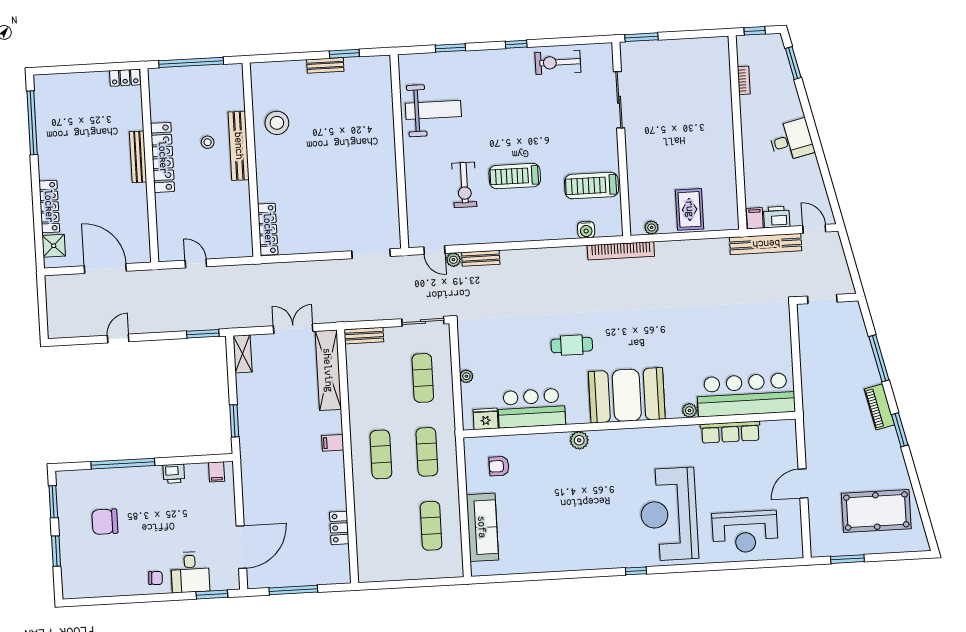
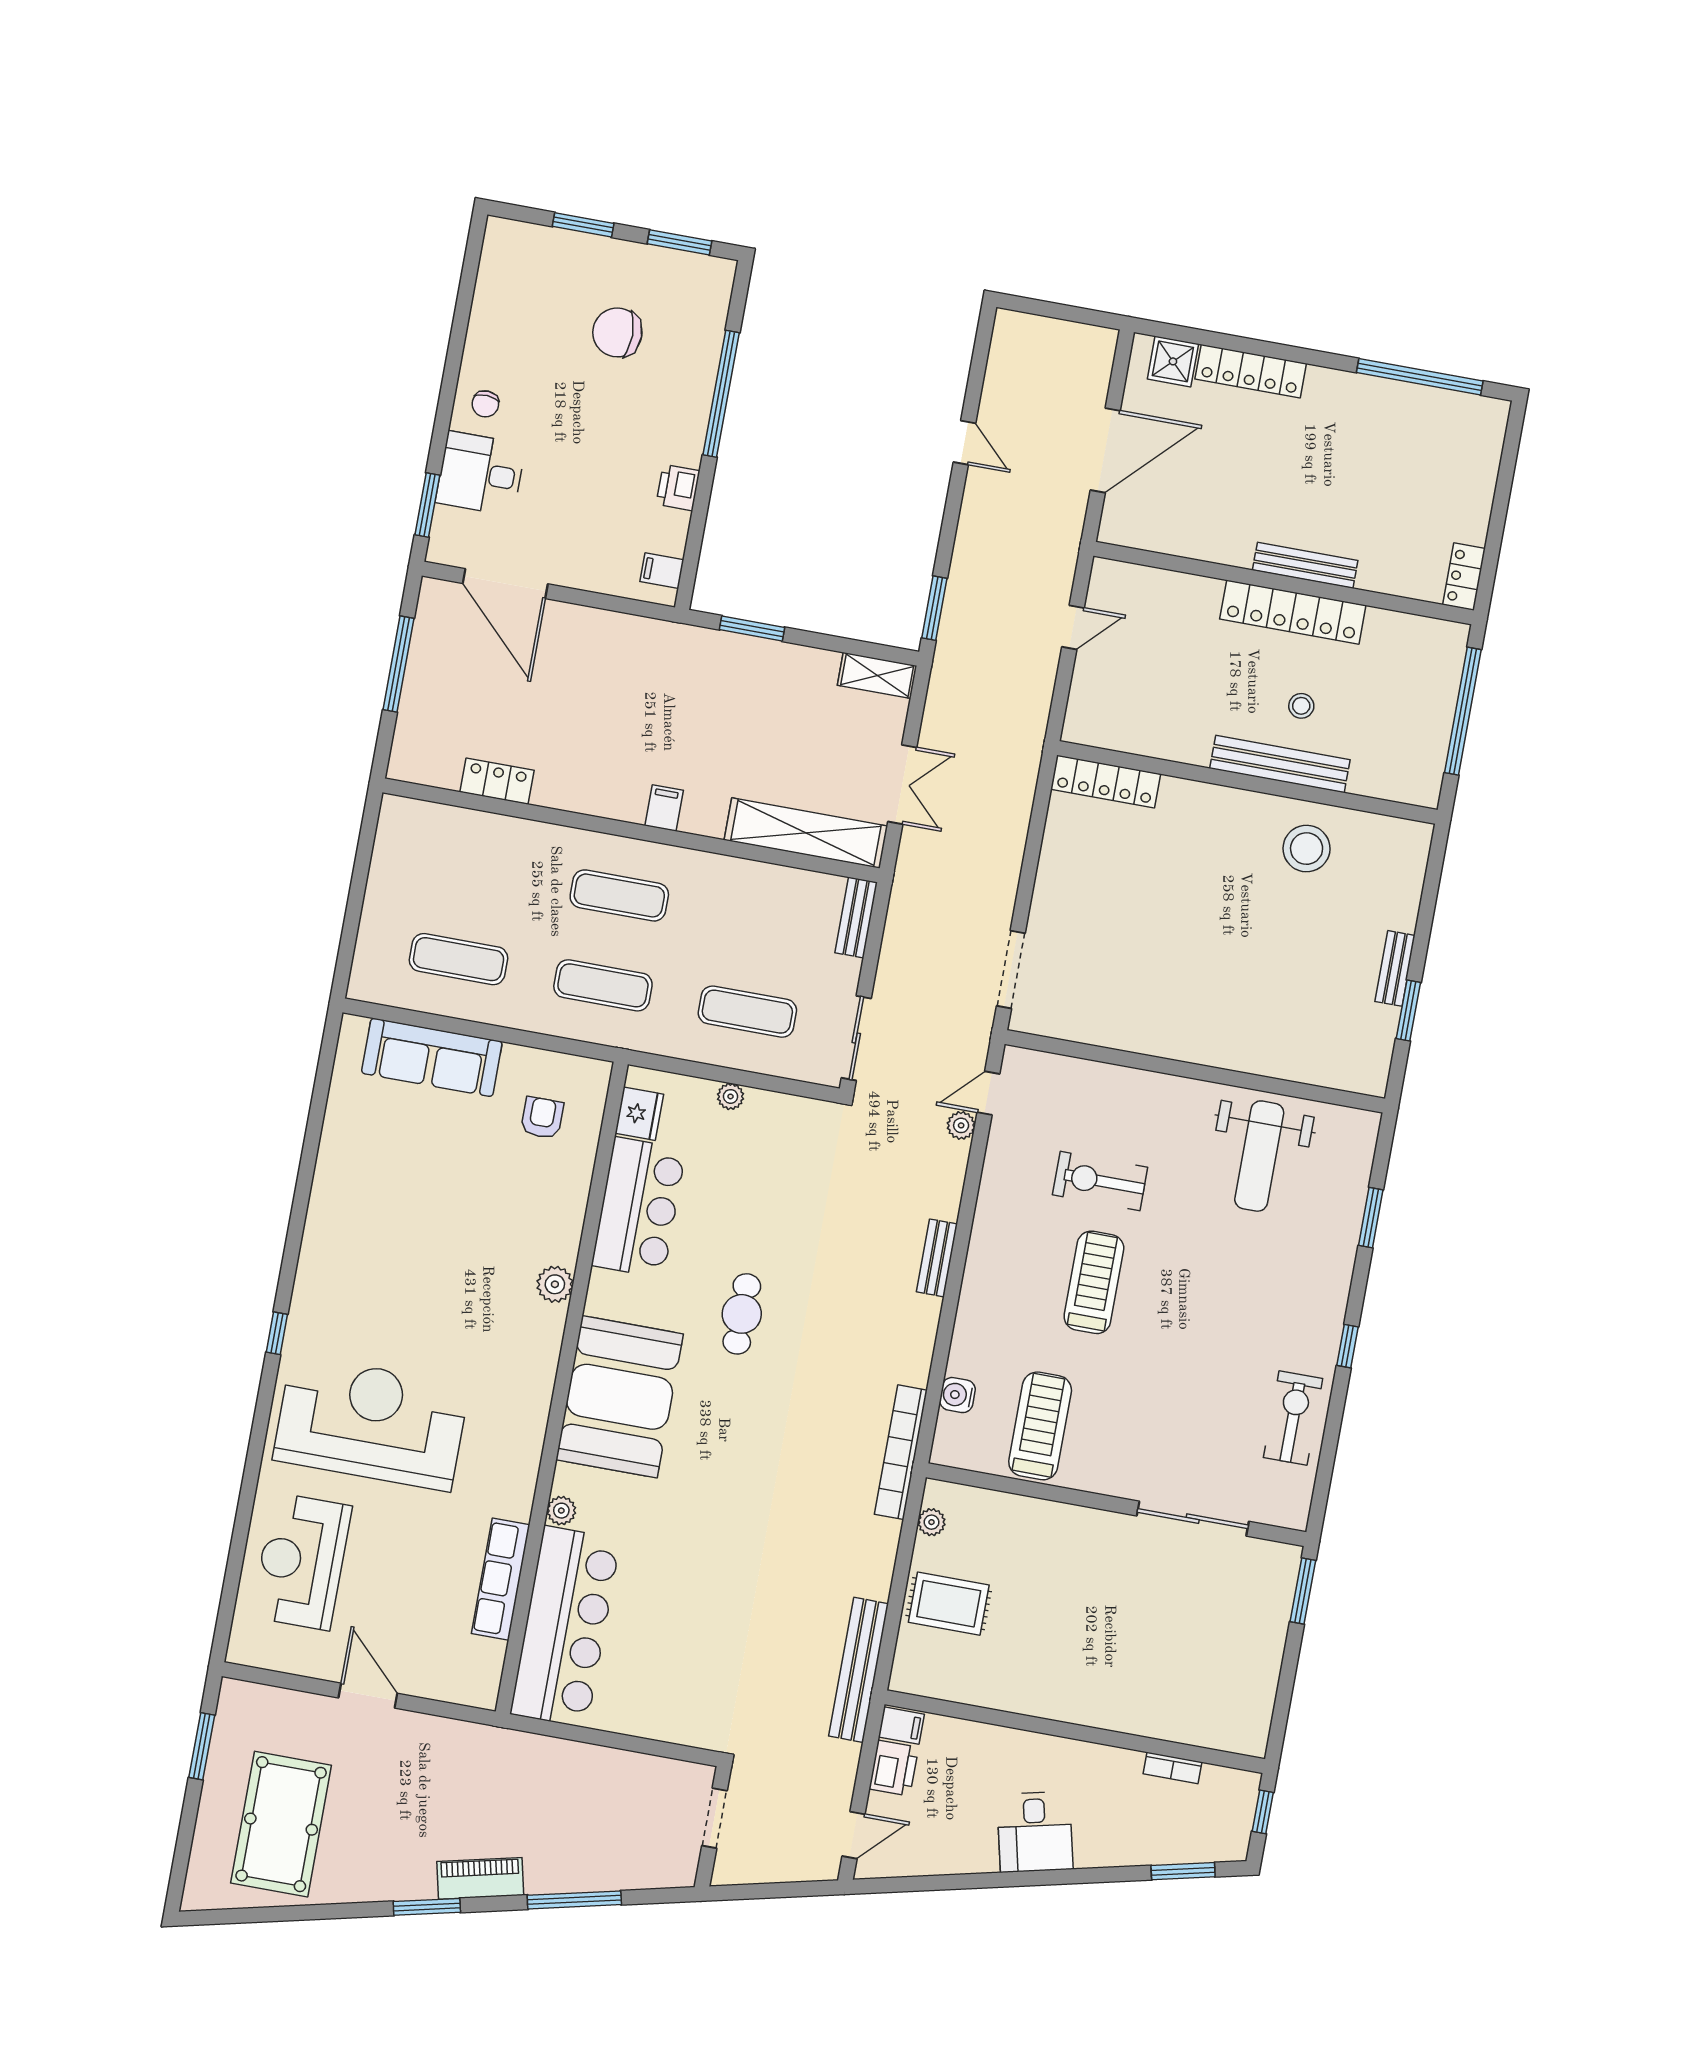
bench: (766, 244) -> (859, 1670), moved
bench: (481, 258) -> (937, 1258), moved
chair: (105, 522) -> (617, 332), turned -90

